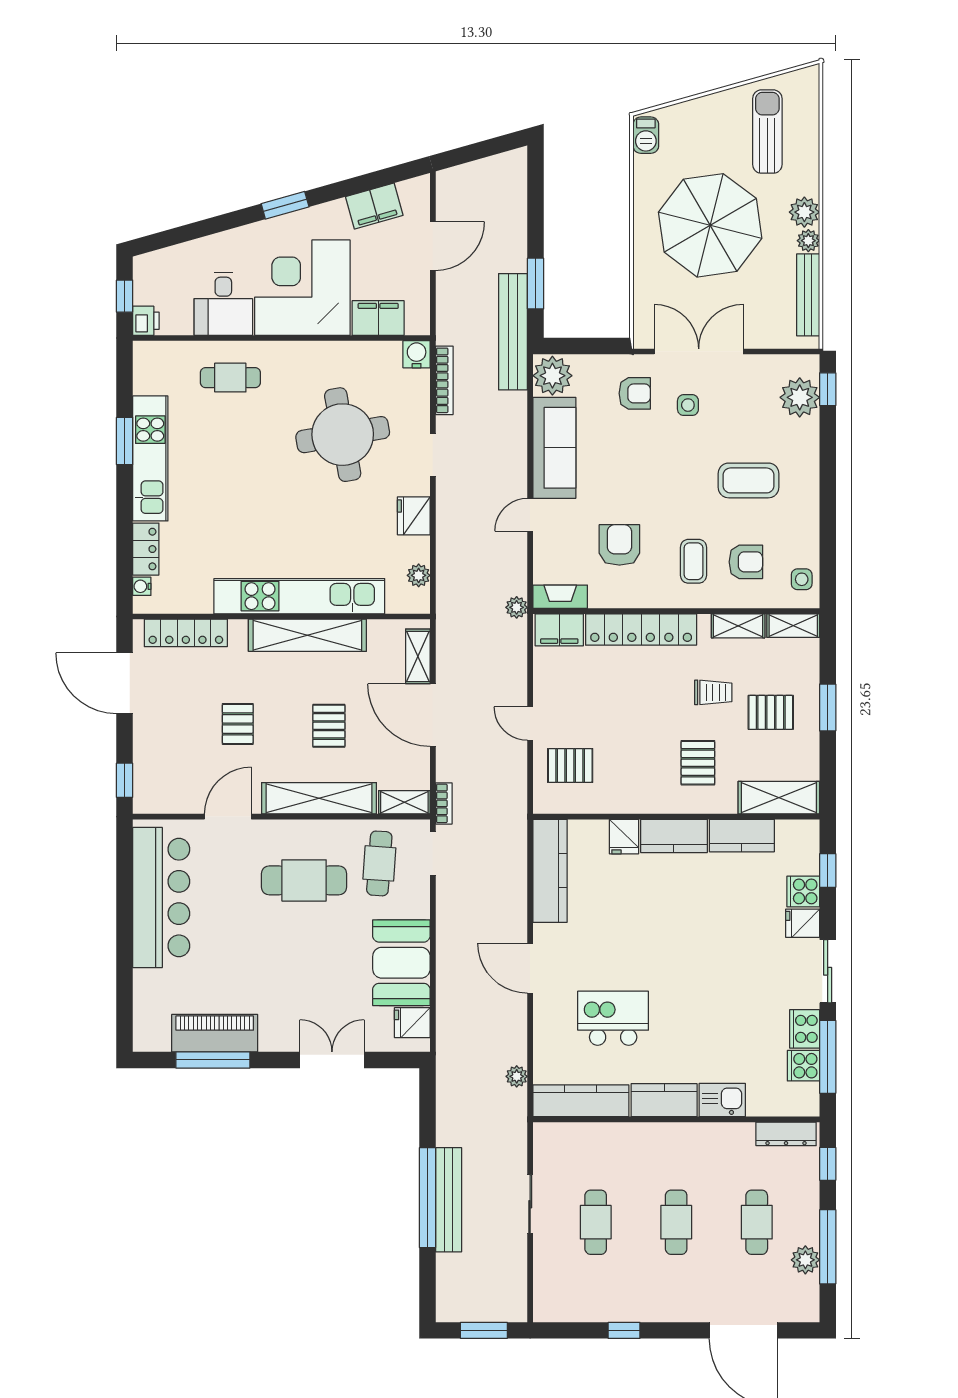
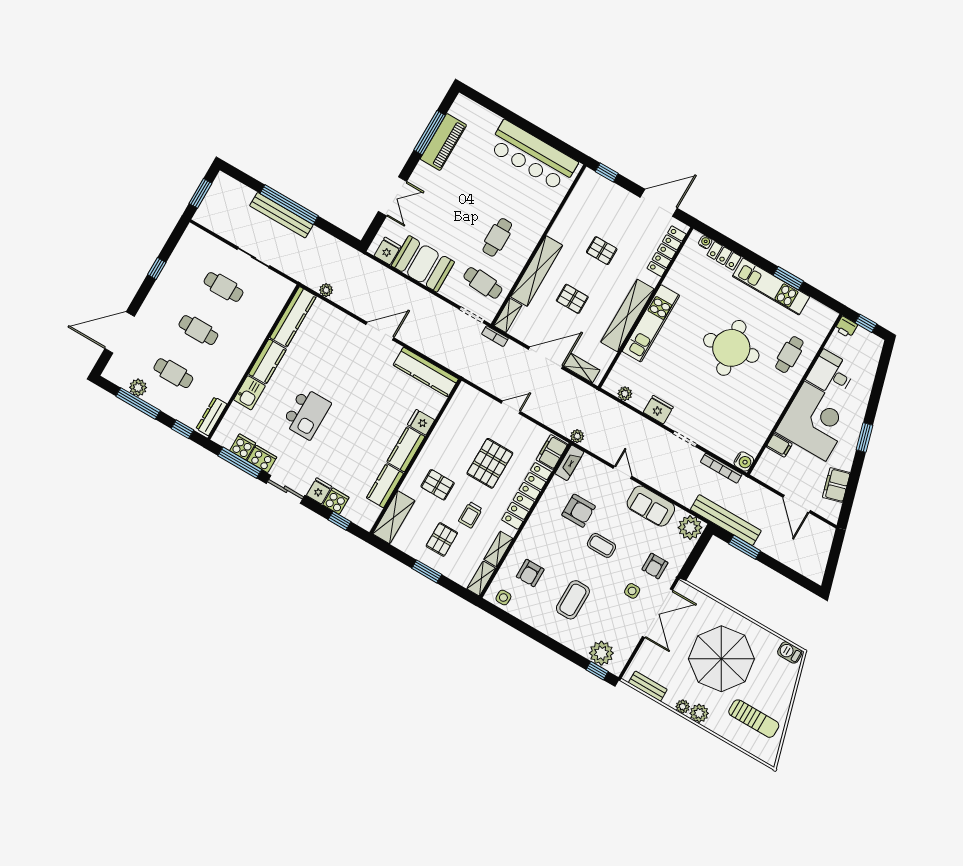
bench: (808, 295) -> (648, 686), width x0.73
filing cabinet: (378, 318) -> (779, 445), width x0.50
round table: (343, 435) -> (731, 348), moved
sofa: (554, 448) -> (651, 506), width x0.73
coffee table: (693, 561) -> (601, 545), moved
kitchen unit: (299, 596) -> (651, 323), width x0.73
pallet: (570, 765) -> (490, 463), moved, width x1.50, depth x1.42
door: (228, 817) -> (555, 216), removed
cafe table: (304, 880) -> (497, 237), width x0.73, depth x0.74
kitchen island: (613, 1018) -> (307, 414), moved

